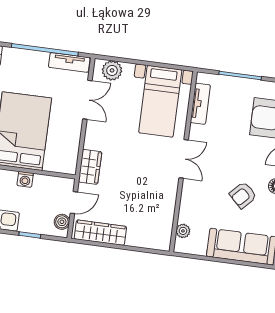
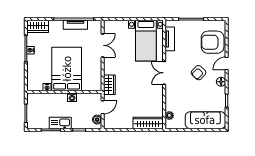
tv unit: (69, 62) -> (75, 25), moved
plant: (112, 70) -> (115, 26), removed
double door: (184, 159) -> (164, 73), swing flipped
armchair: (243, 195) -> (199, 73), moved
wardrobe: (100, 233) -> (148, 123), moved

